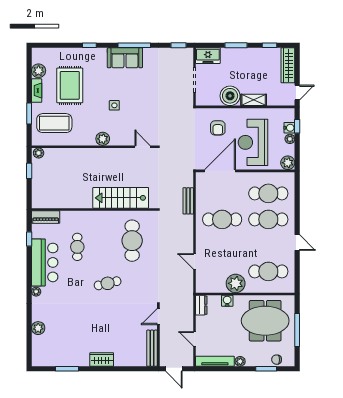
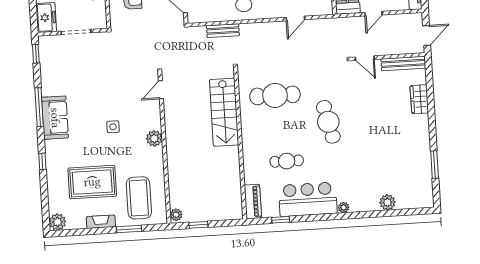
plant: (39, 71) -> (58, 222), moved
cafe table: (108, 283) -> (328, 122), width x1.37, depth x1.35
door: (195, 339) -> (374, 14), moved
wardrobe: (102, 360) -> (419, 99), moved

